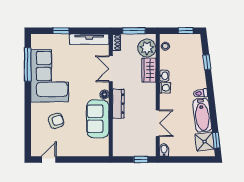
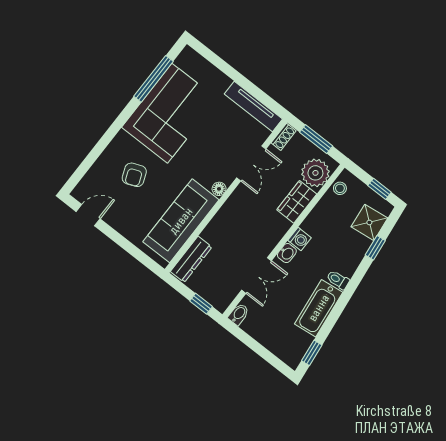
window: (61, 31) -> (227, 69), removed
double door: (111, 69) -> (251, 163), swing flipped
washbasin: (164, 76) -> (287, 253), moved
dresser: (118, 104) -> (191, 259), moved
sofa: (98, 119) -> (181, 221), width x1.36
armchair: (56, 121) -> (134, 175), turned 86
shower: (205, 142) -> (369, 222), moved

